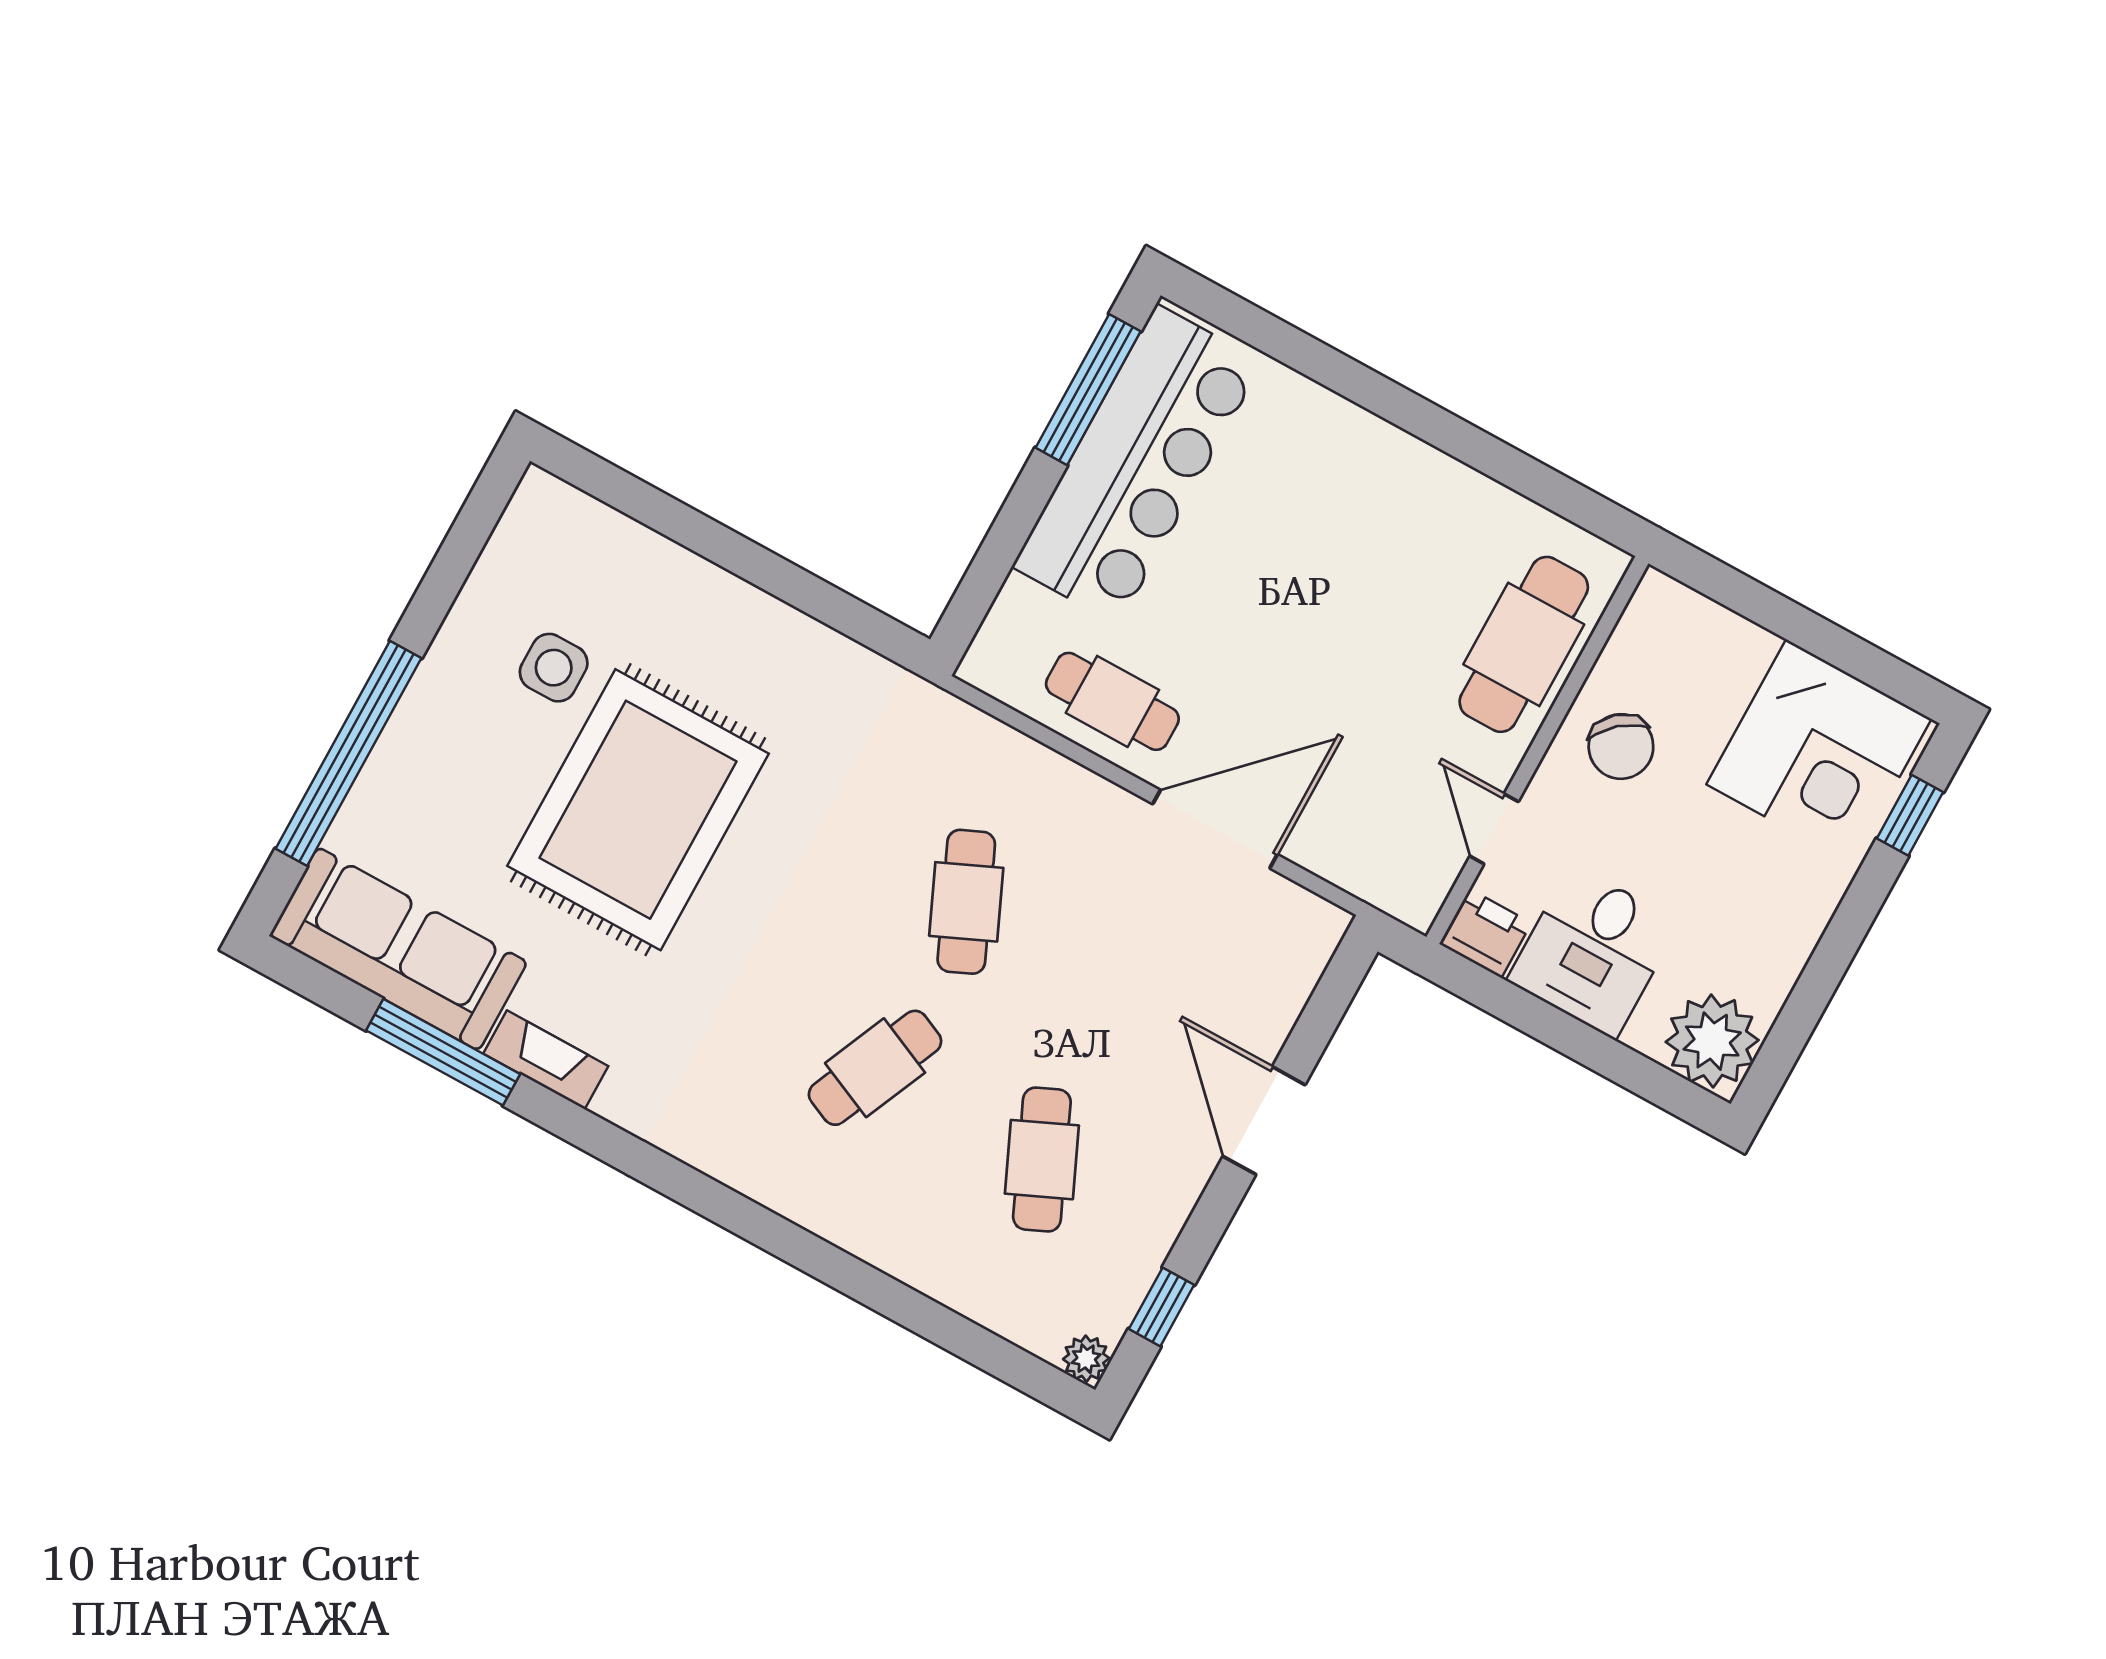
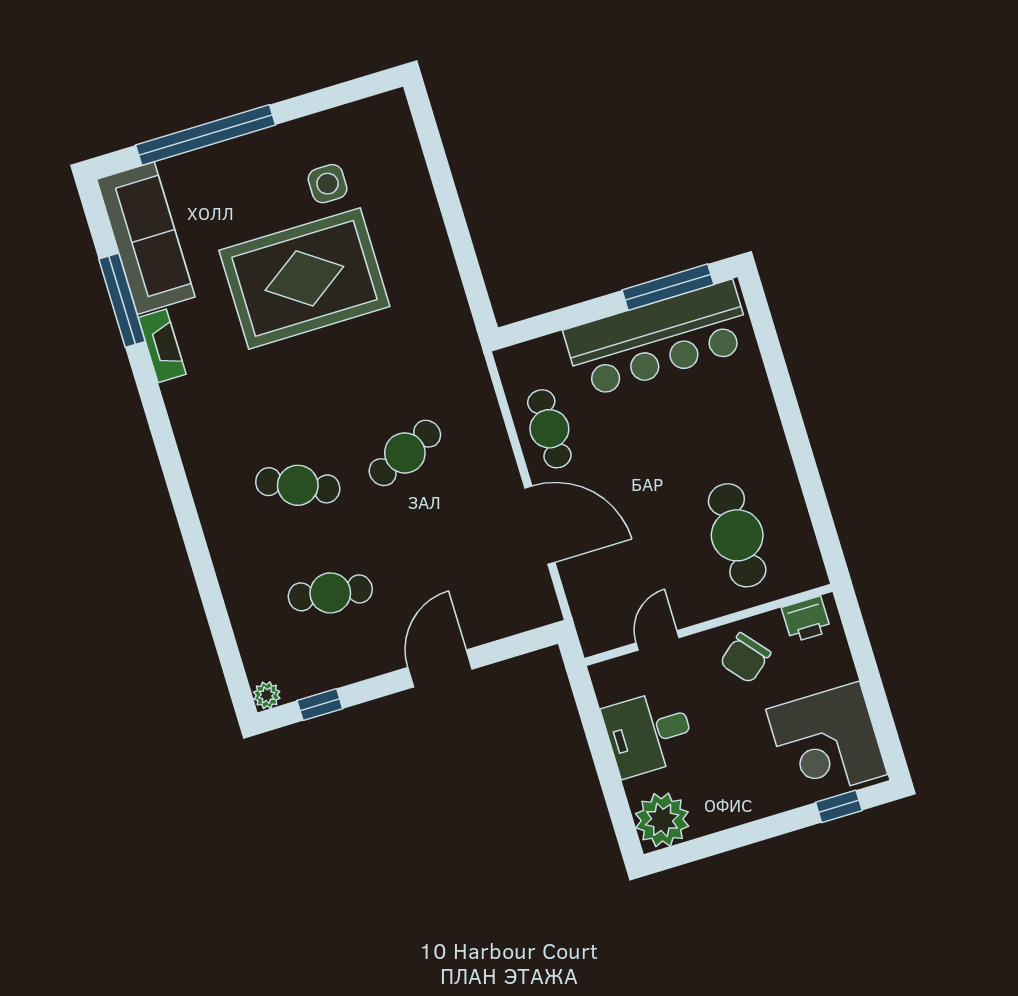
cafe table: (1524, 644) -> (737, 535), moved, turned 90
printer: (1486, 934) -> (806, 619), moved, turned 90
cafe table: (1042, 1160) -> (330, 593), turned 33

